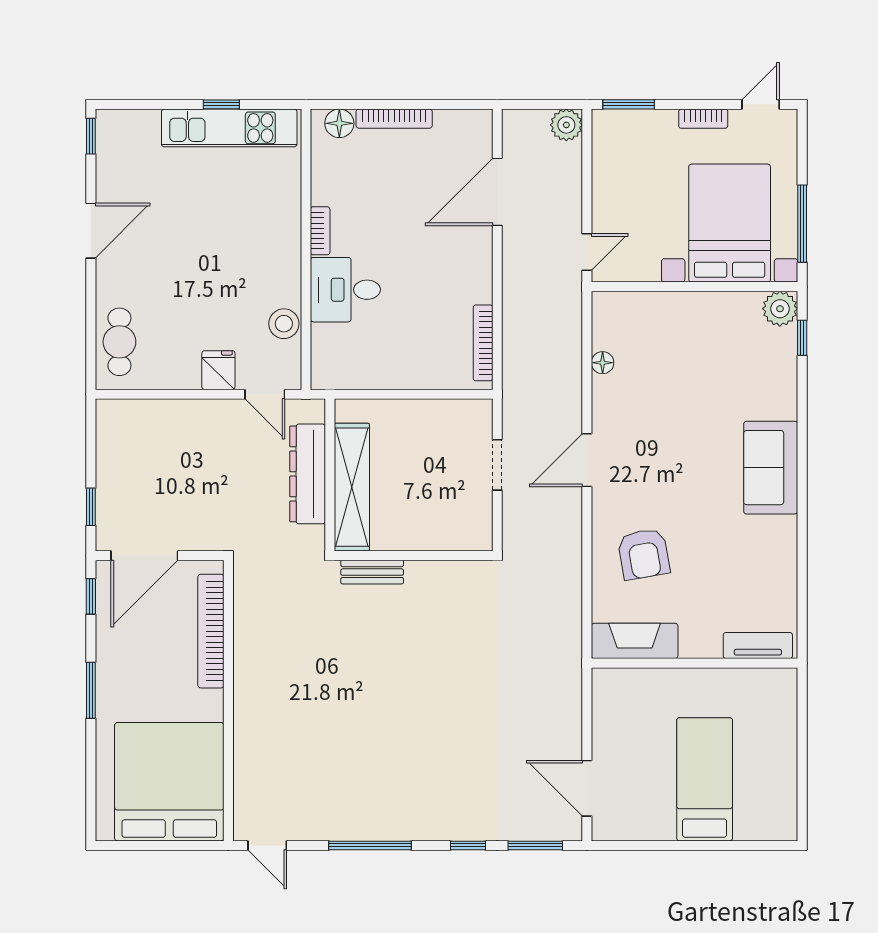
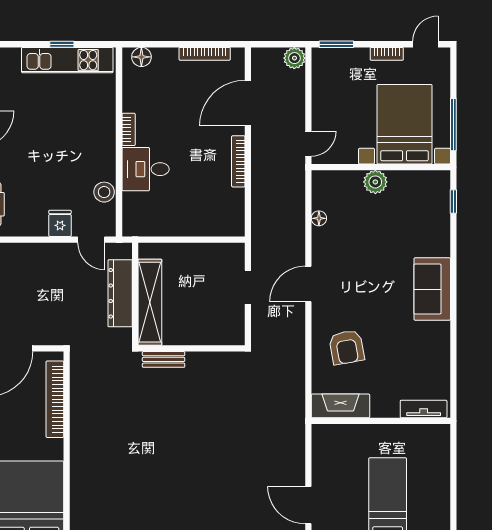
bookcase: (394, 119) -> (205, 54), moved
plant: (780, 309) -> (375, 182), moved
bookcase: (483, 343) -> (238, 161), moved

